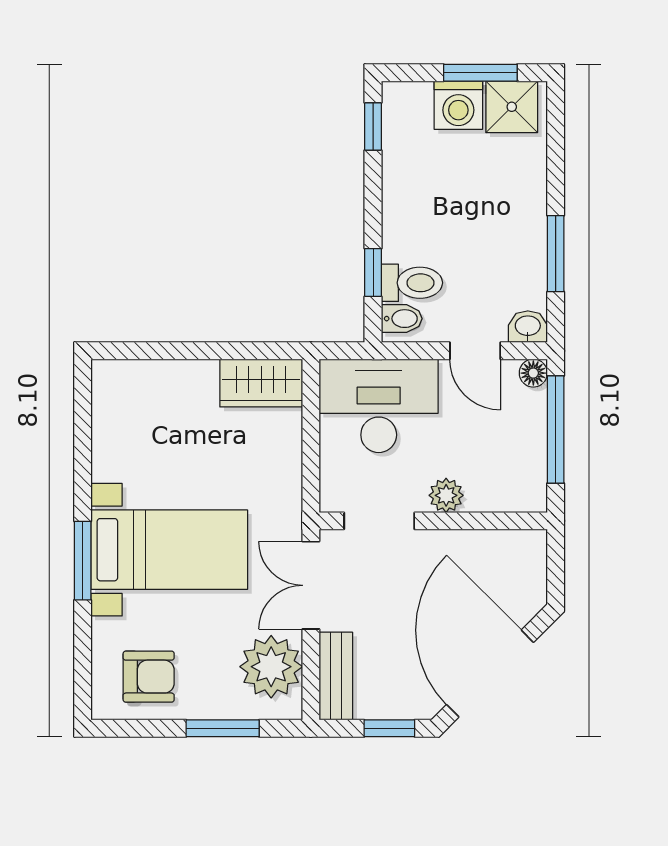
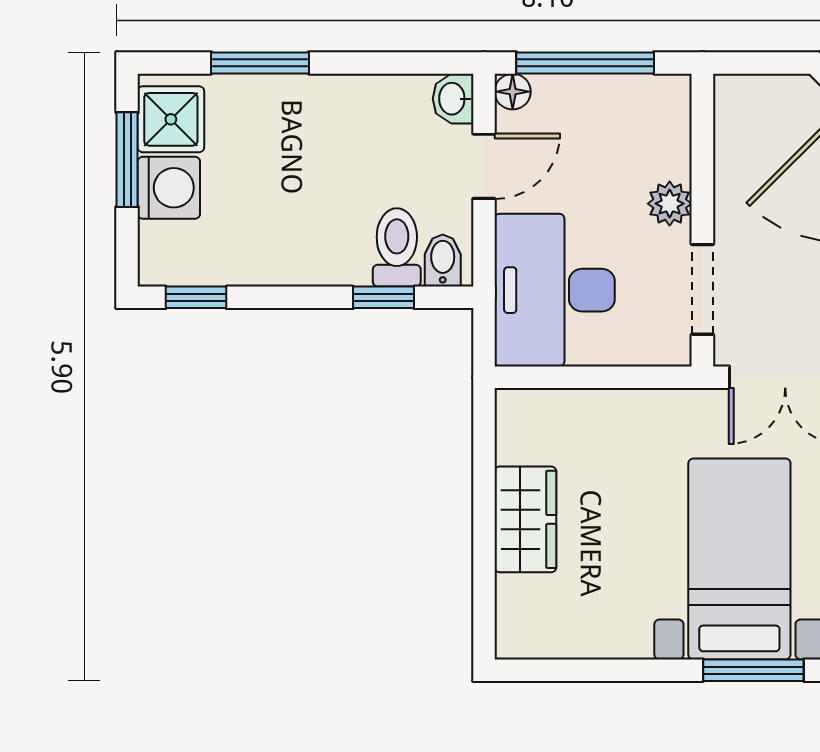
window: (556, 254) -> (260, 63), moved
wardrobe: (261, 383) -> (525, 519), moved

